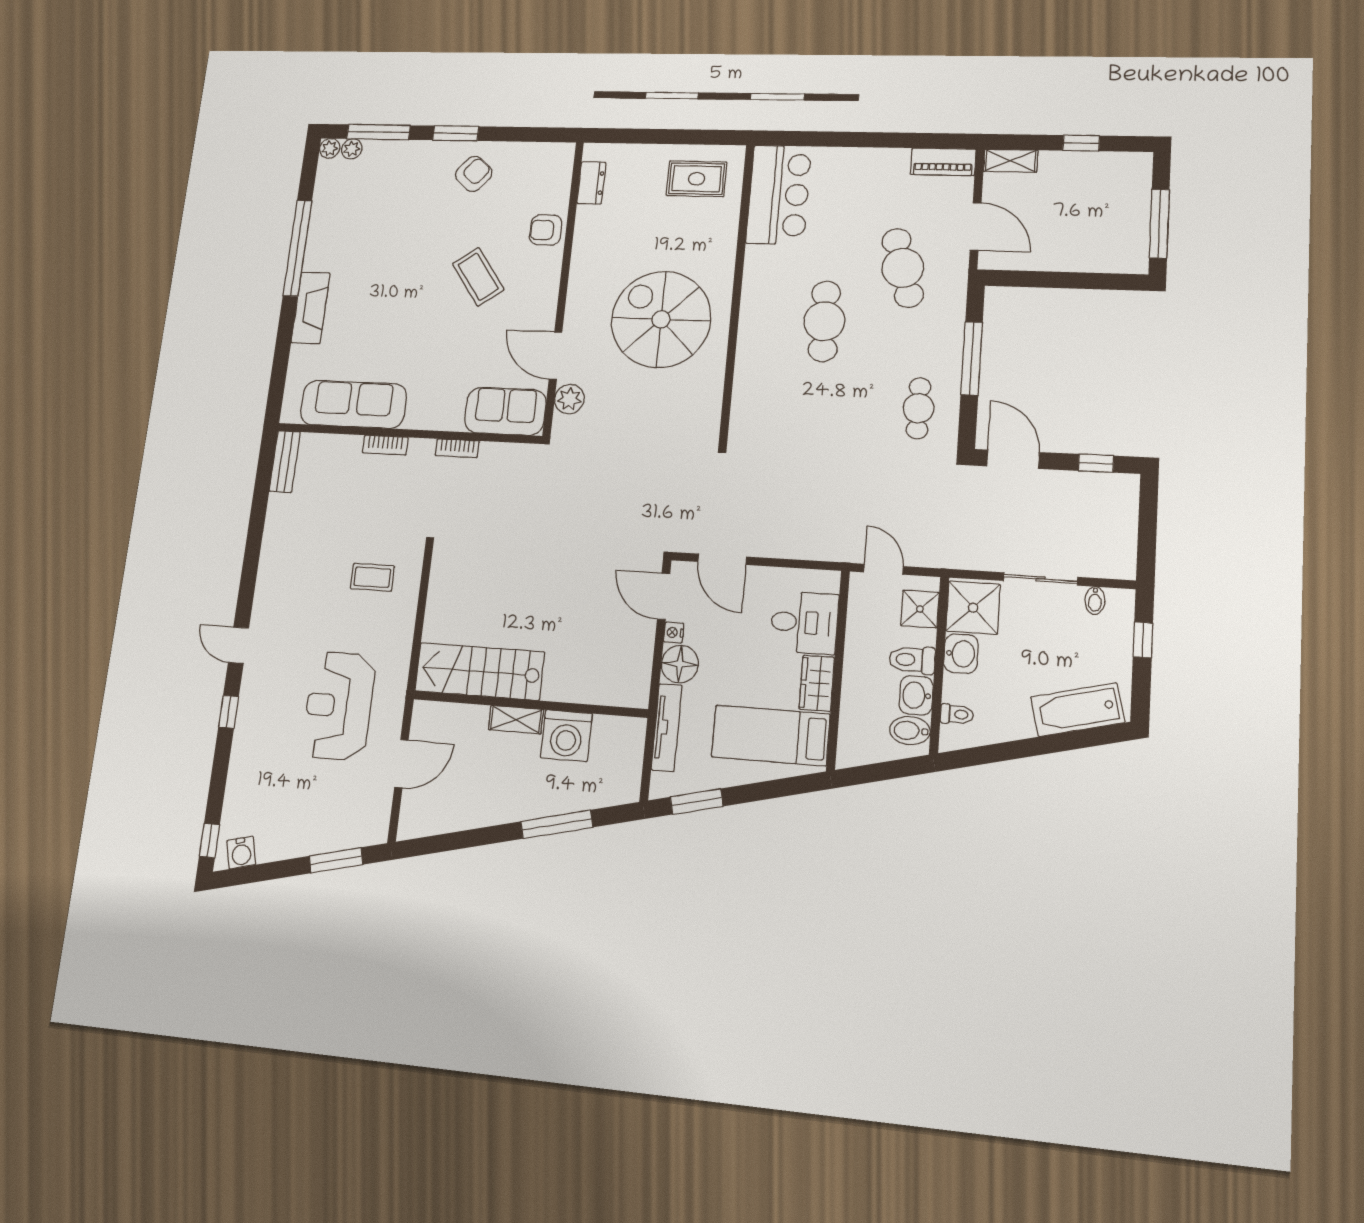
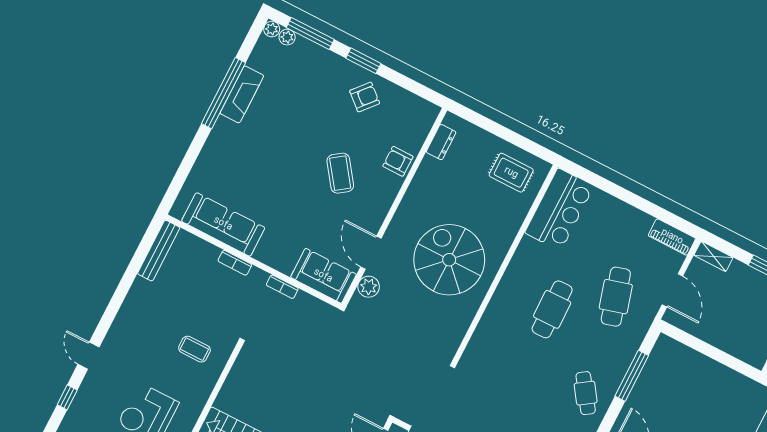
fireplace: (311, 308) -> (242, 94), moved
cafe table: (919, 408) -> (586, 393), turned -35
bench: (285, 462) -> (159, 251), width x1.36

